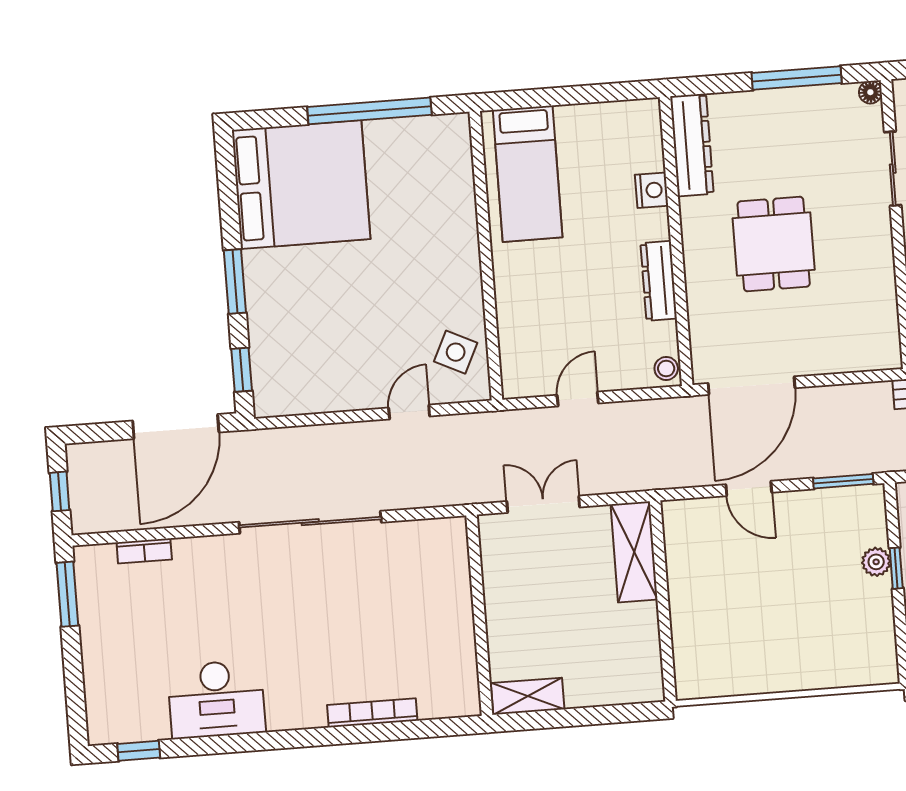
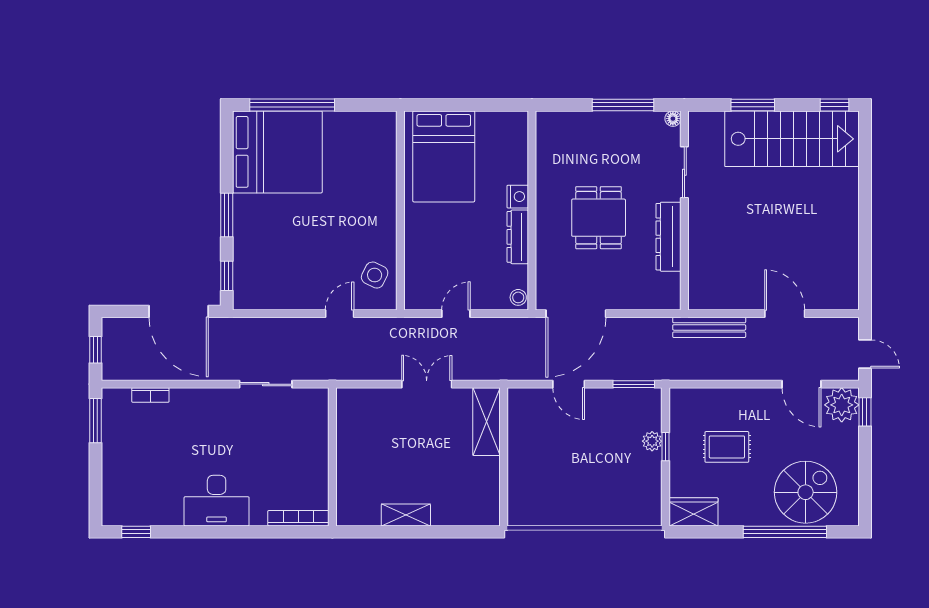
window: (369, 111) -> (292, 105), moved
dresser: (692, 145) -> (668, 237), moved, turned 180
bed: (528, 174) -> (444, 156), width x1.50
nightstand: (652, 190) -> (518, 197), moved
door: (176, 427) -> (179, 311), hinge flipped
sliding door: (310, 522) -> (266, 384), width x0.54
wall: (479, 615) -> (332, 457), moved
desk: (216, 699) -> (217, 501), moved

